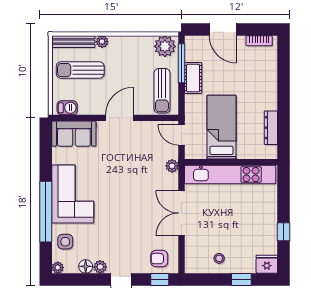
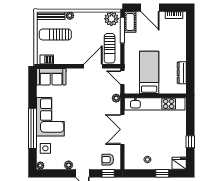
cot: (193, 78) -> (130, 22), moved
door: (120, 118) -> (93, 66), moved
floor lamp: (86, 266) -> (59, 165), removed

